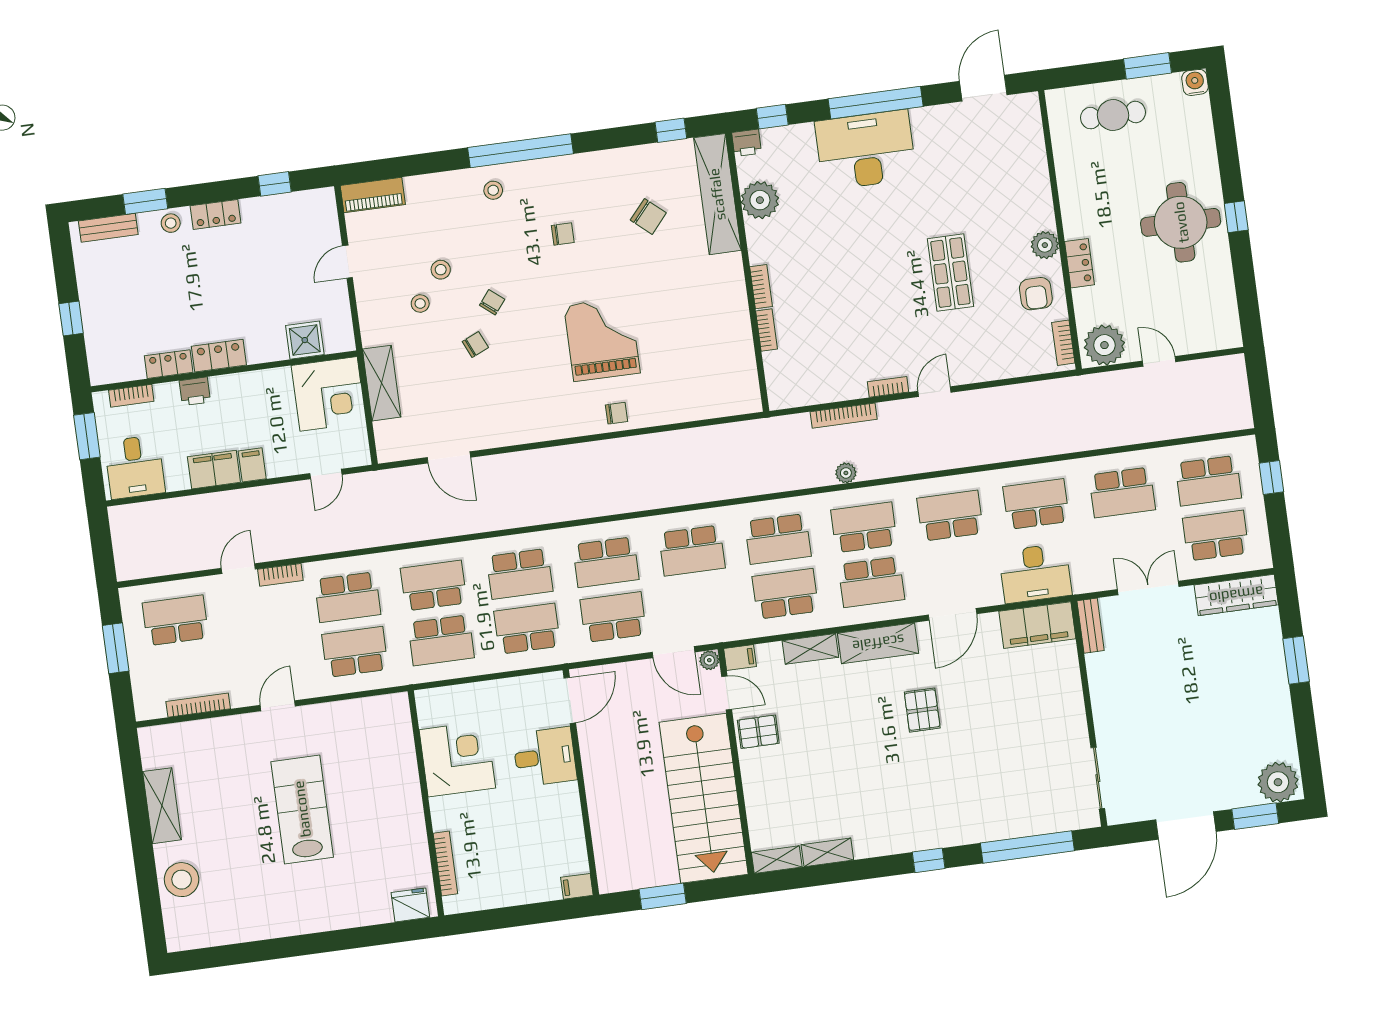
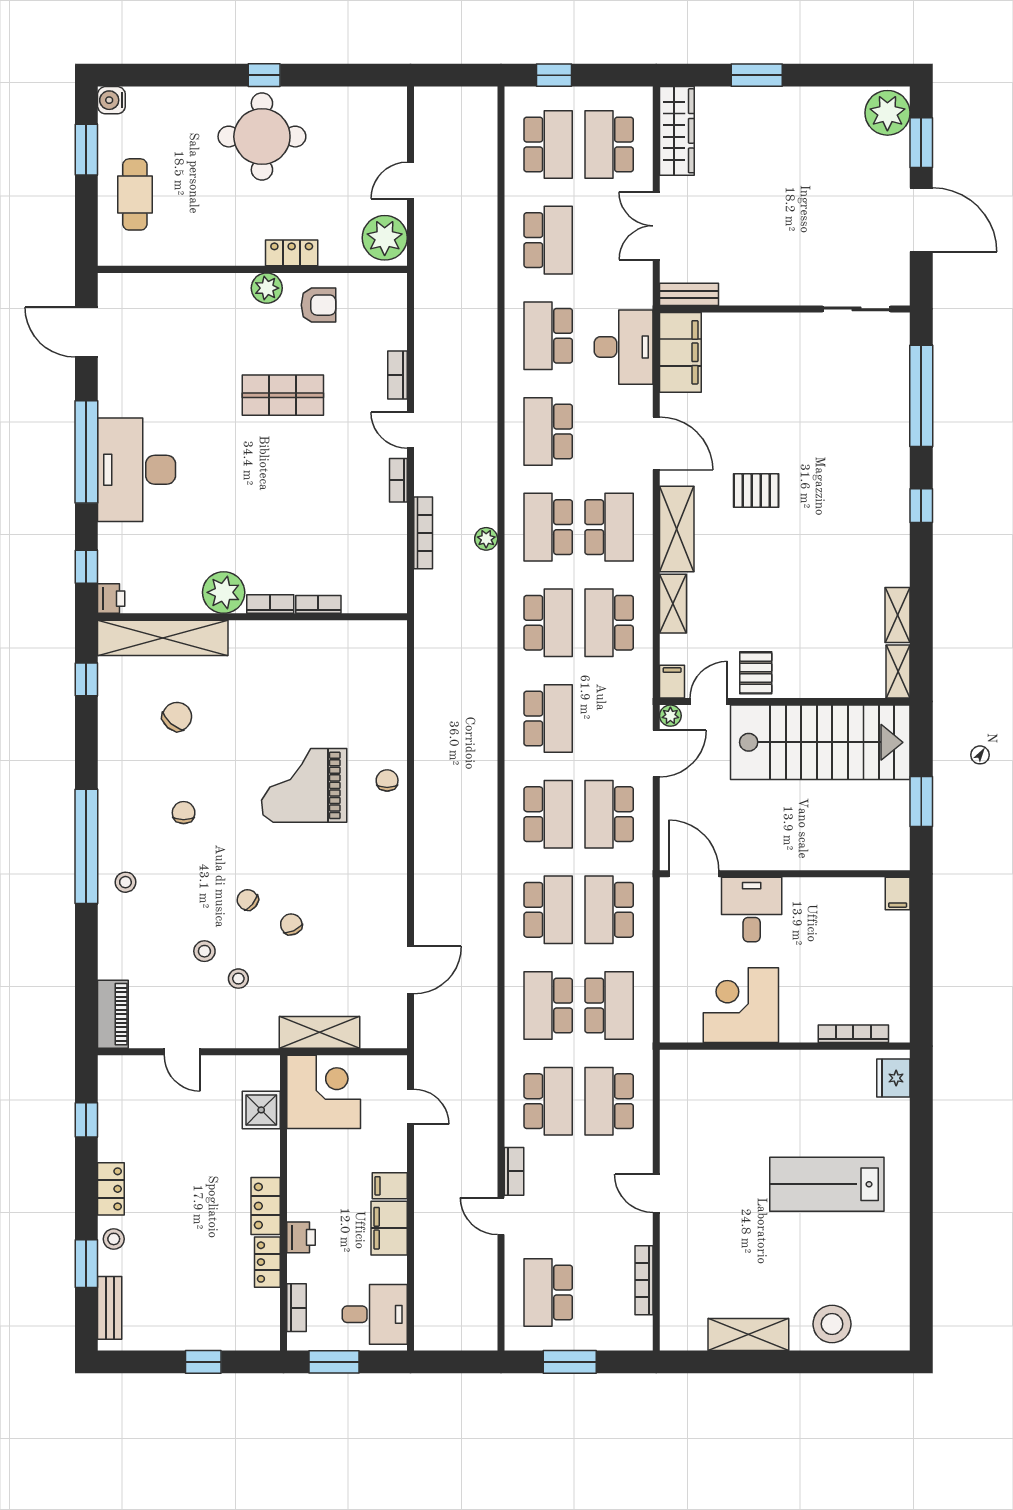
plant: (760, 200) -> (224, 592), moved
bookcase: (1063, 343) -> (398, 375), moved, turned 90
lab bench: (302, 809) -> (827, 1184), moved

